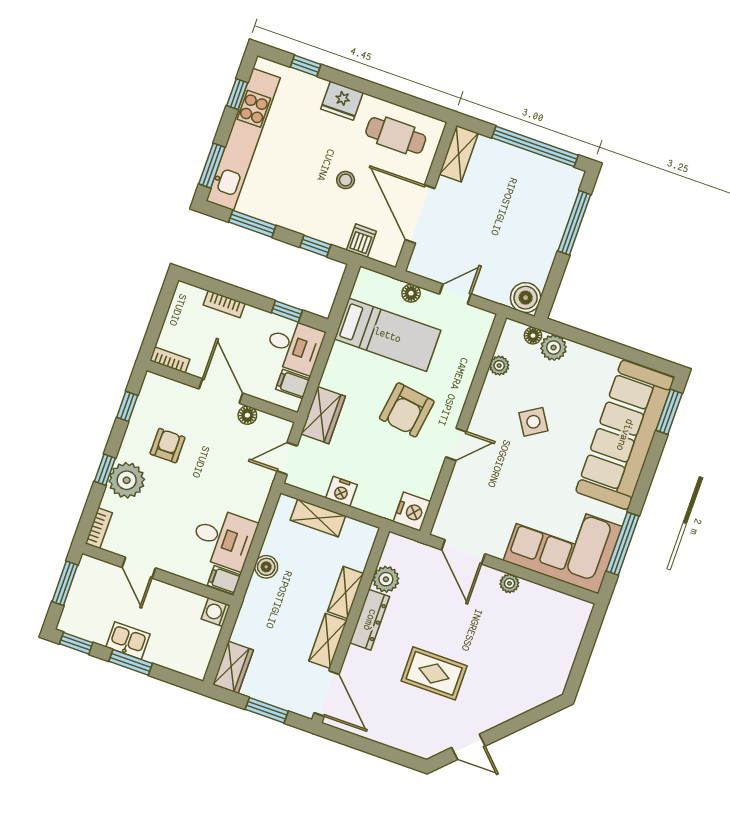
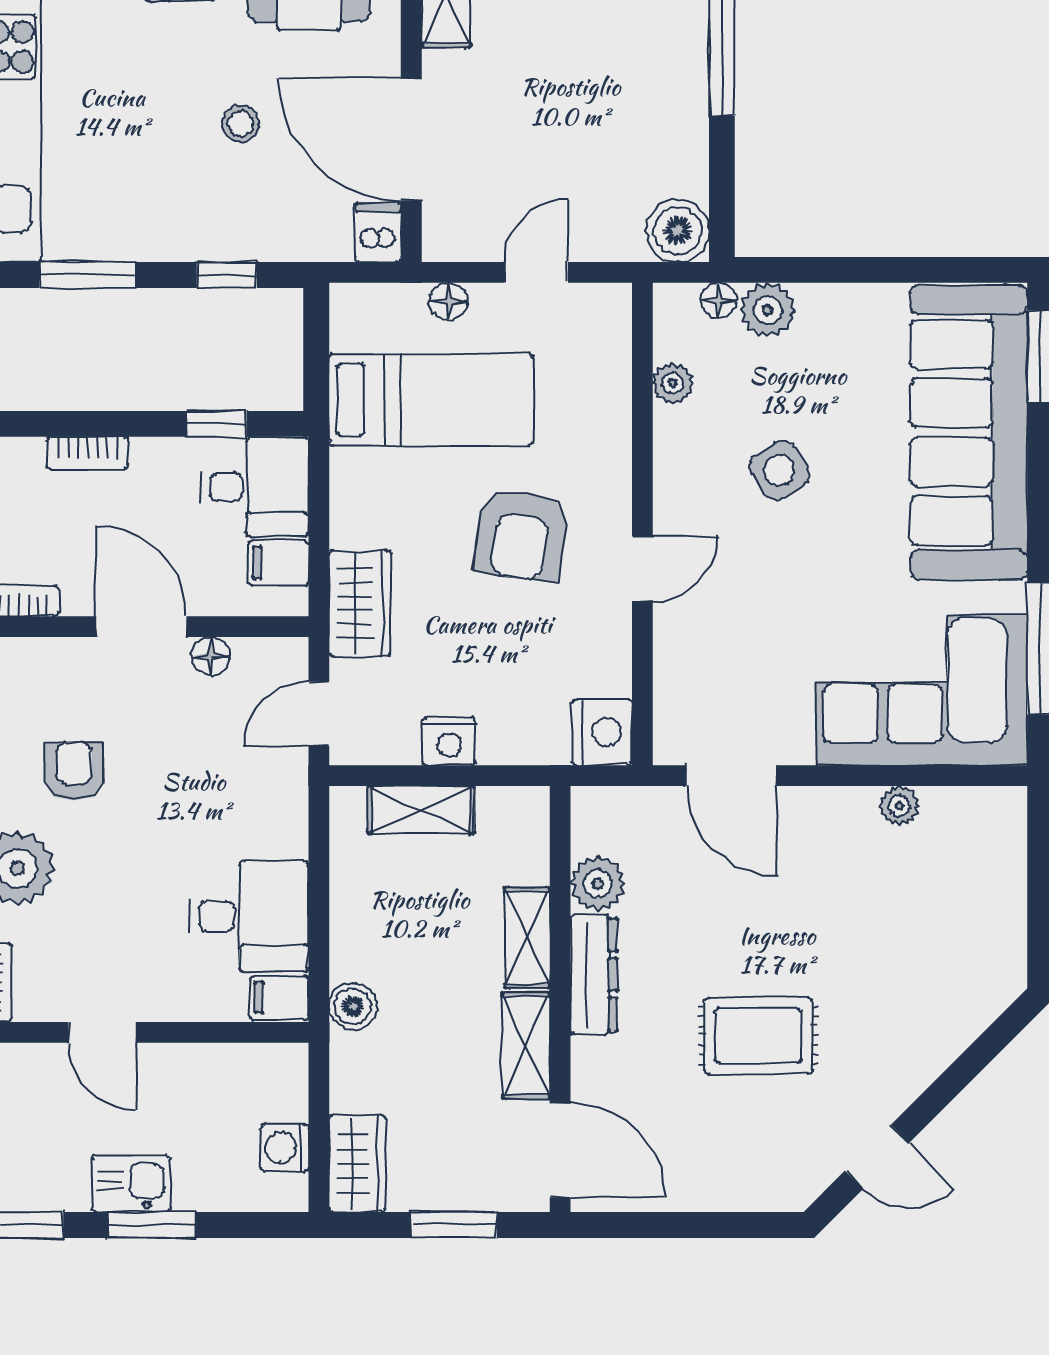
dishwasher: (361, 241) -> (378, 232), moved
boiler: (266, 567) -> (353, 1006), moved
plant: (509, 583) -> (899, 806), moved
washing machine: (216, 612) -> (285, 1148), moved

